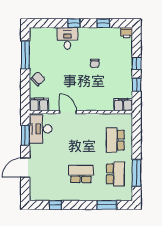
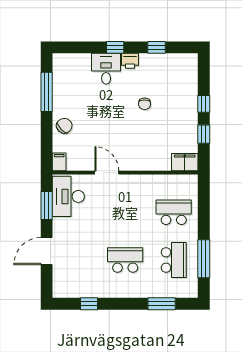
printer: (127, 33) -> (130, 61), moved
filing cabinet: (39, 104) -> (59, 162), width x0.50
school desk: (115, 140) -> (174, 212), turned 90

